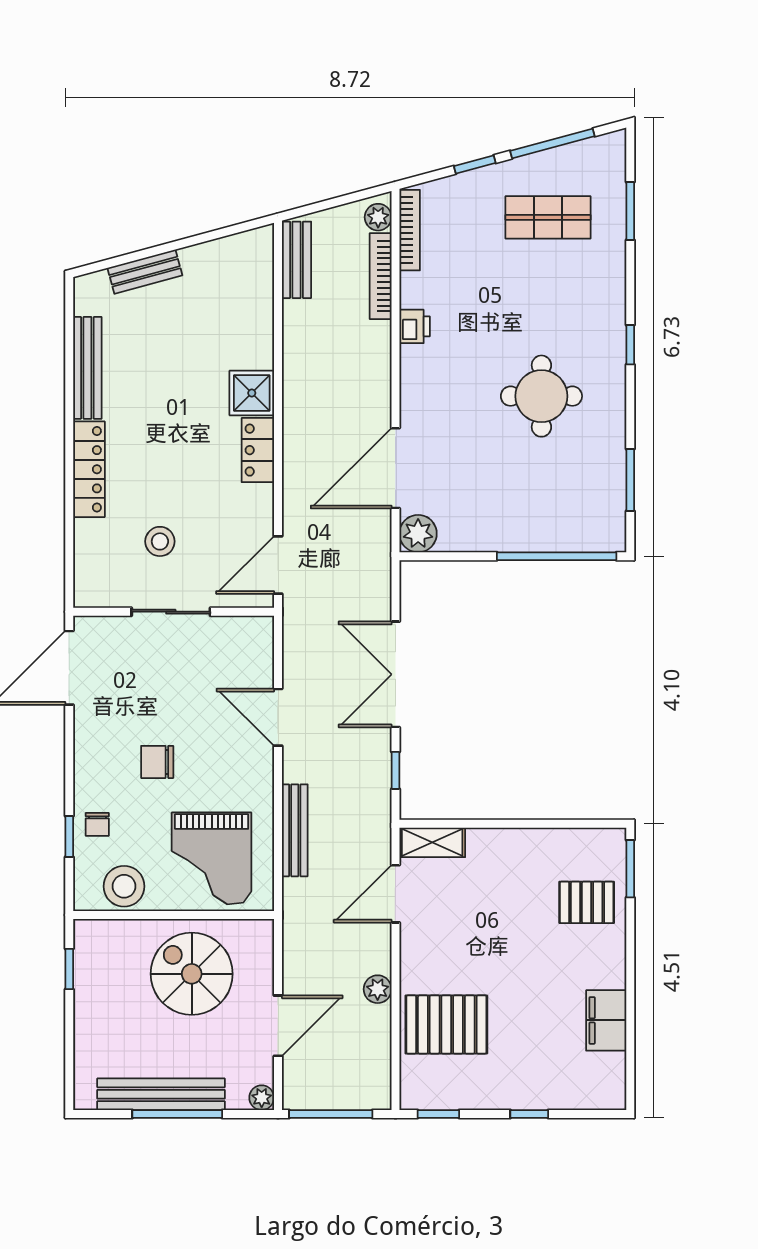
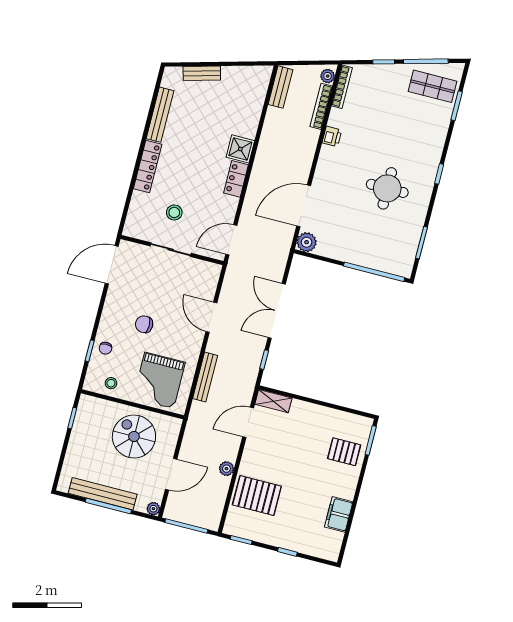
shop shelf: (548, 217) -> (433, 86), moved
stool: (124, 886) -> (111, 383), width x0.53, depth x0.53

